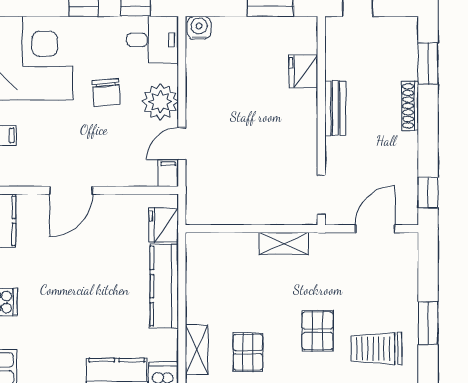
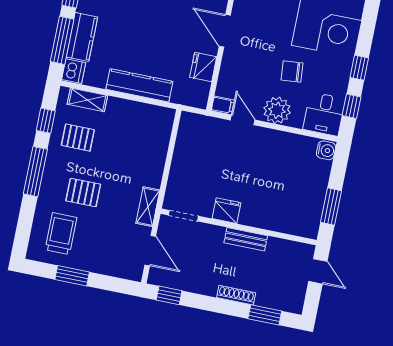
fridge: (303, 71) -> (226, 211), moved
fridge: (164, 225) -> (203, 67), moved, turned -90
shelving: (284, 243) -> (148, 207), moved

